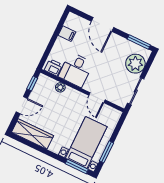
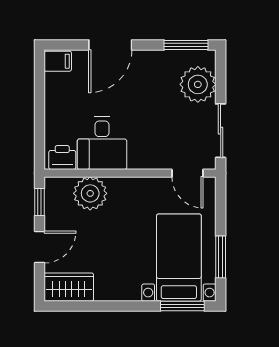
door: (102, 24) -> (110, 45), hinge flipped
filing cabinet: (67, 34) -> (58, 61), moved
plant: (60, 87) -> (90, 193), width x1.87, depth x1.87
door: (97, 98) -> (187, 173), moved
wardrobe: (32, 134) -> (69, 287), width x0.67

